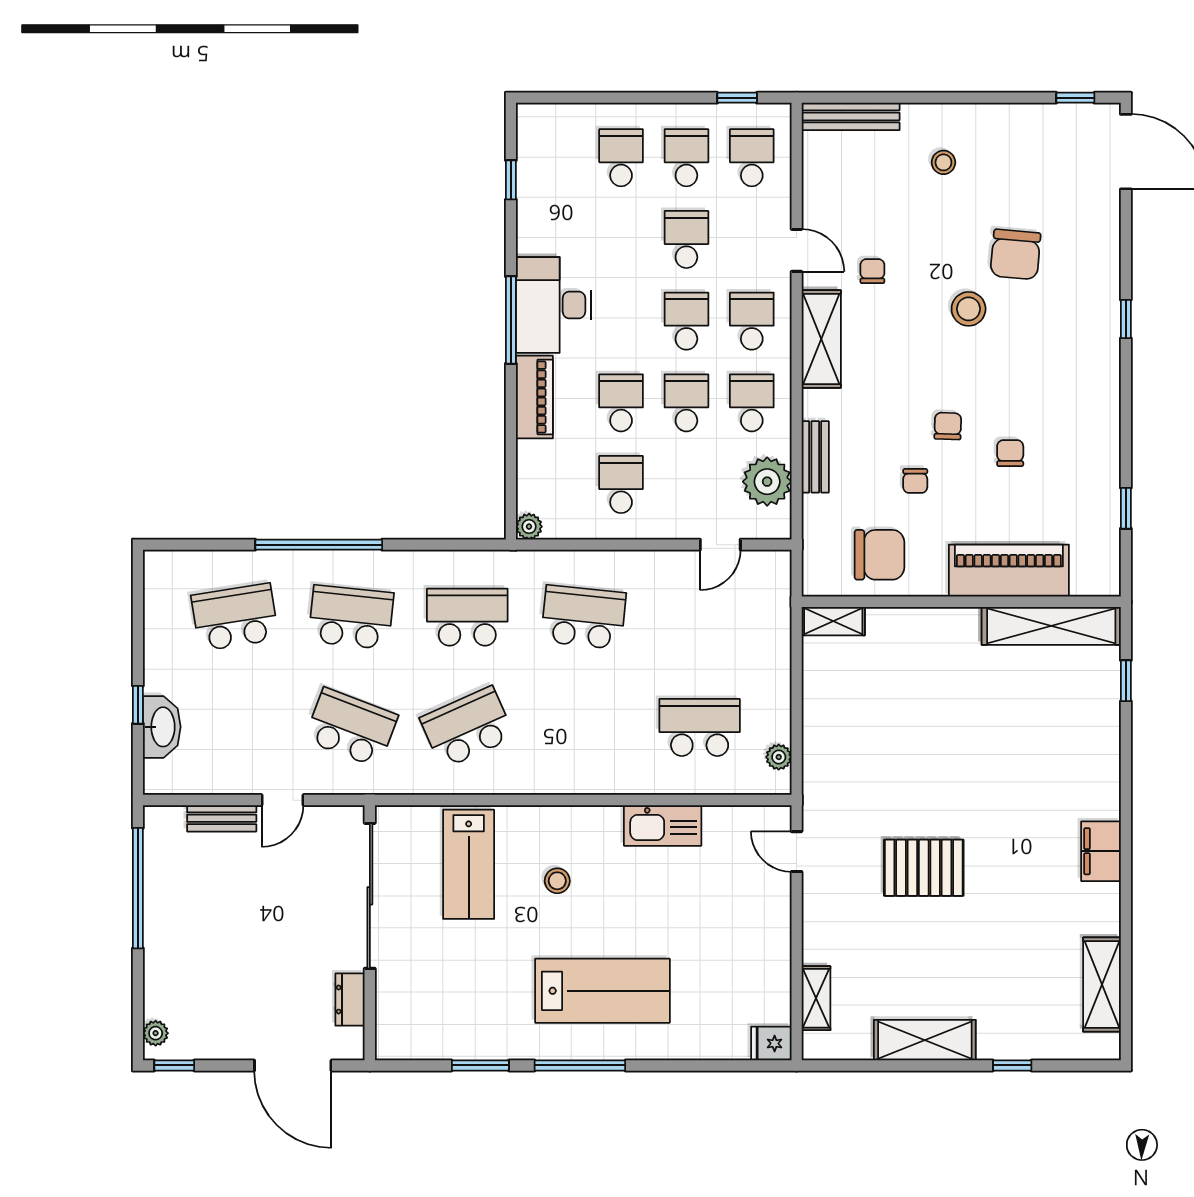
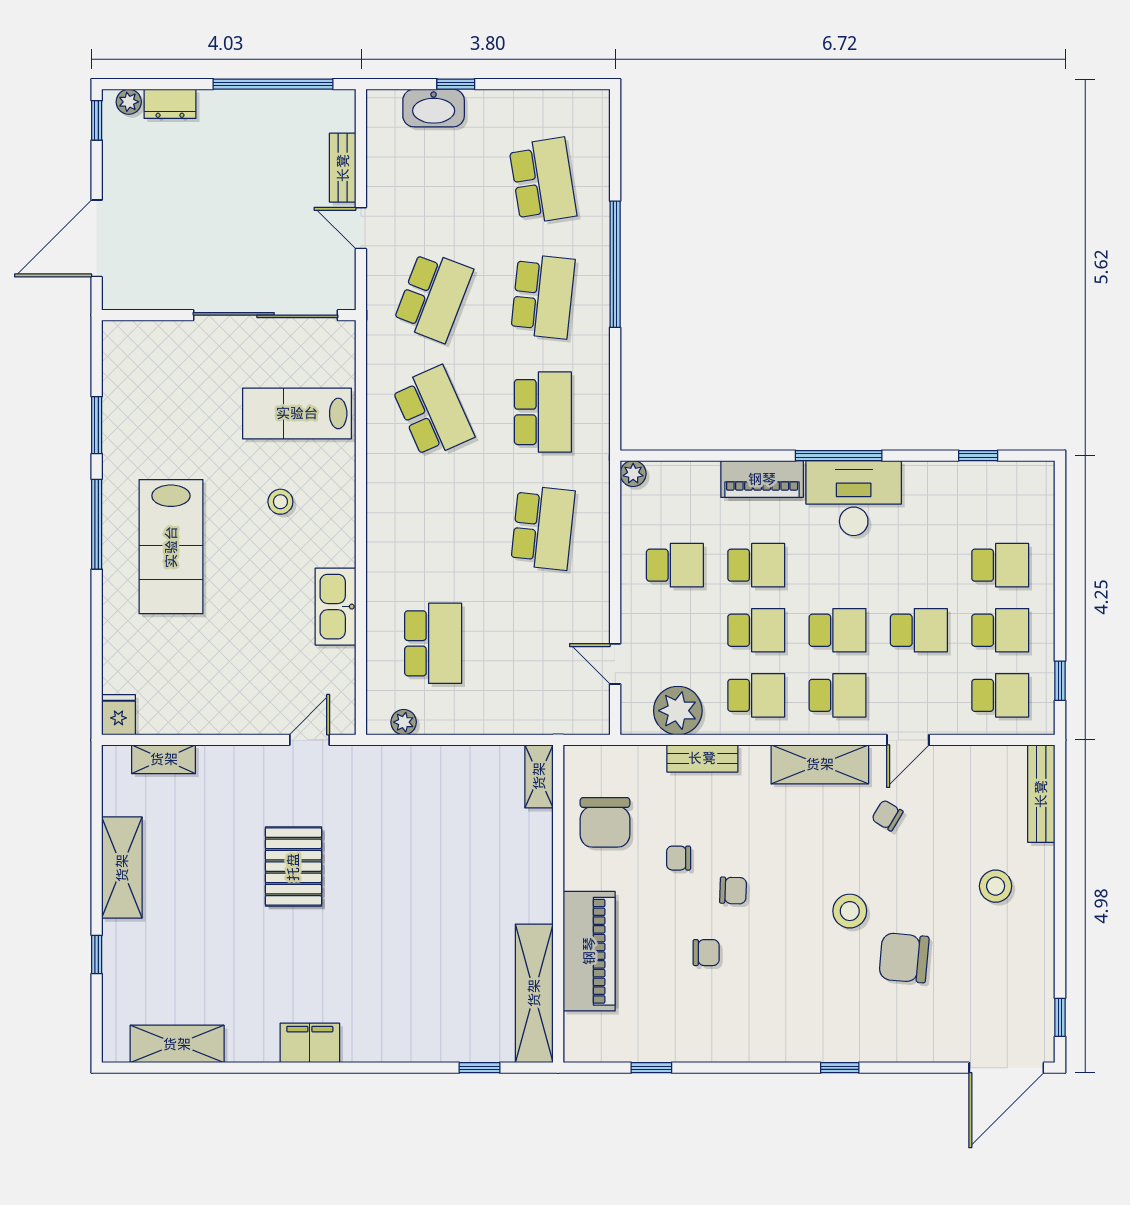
stool: (943, 162) -> (996, 886), width x1.37, depth x1.37
chair: (872, 271) -> (887, 815), turned -149
dresser: (350, 1000) -> (170, 104), moved, turned 180

